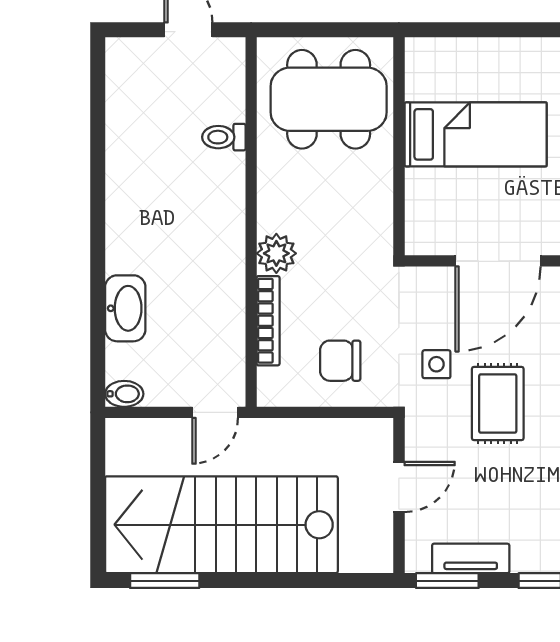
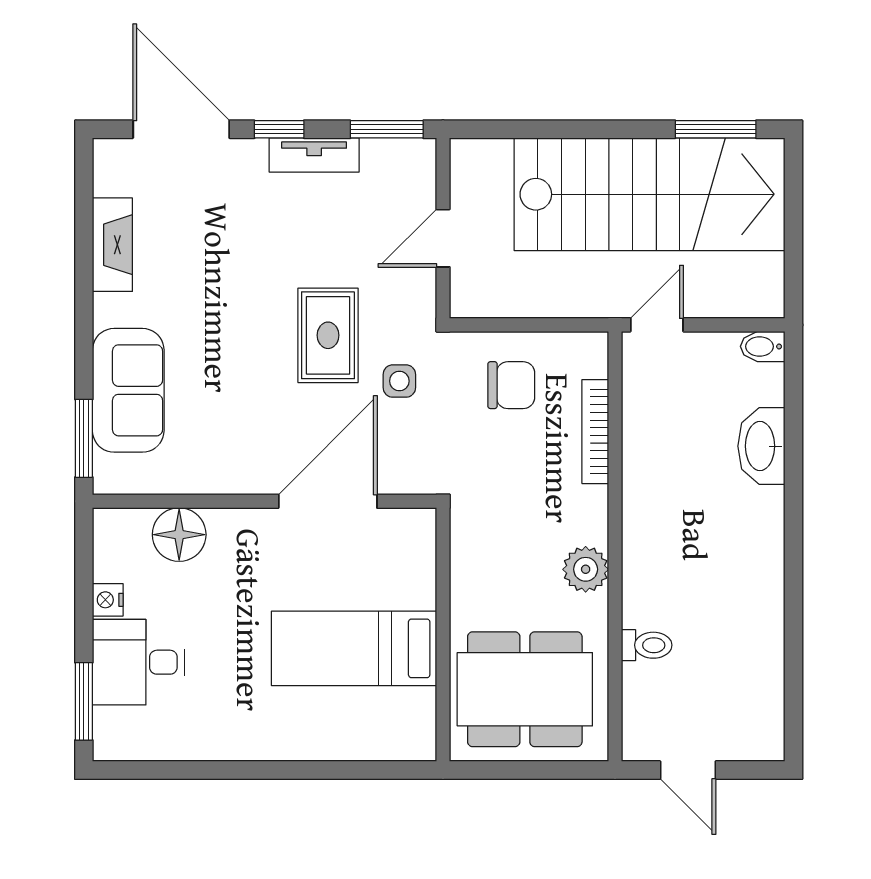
plant: (276, 253) -> (586, 569), moved
tv unit: (471, 558) -> (314, 155), moved

